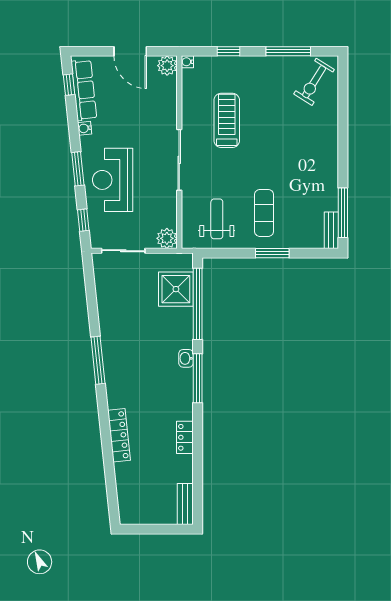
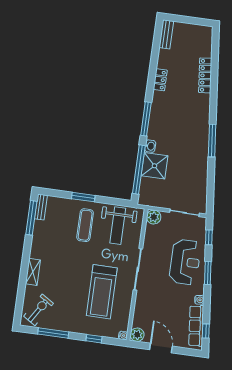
treadmill: (227, 120) -> (102, 292), width x1.37, depth x1.38
shelving: (330, 135) -> (33, 272), added
weight bench: (217, 219) -> (118, 226), width x1.36, depth x1.33
shower: (176, 289) -> (154, 166), moved
washbasin: (186, 358) -> (150, 146), moved
locker: (119, 435) -> (205, 75), moved

